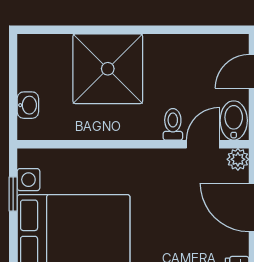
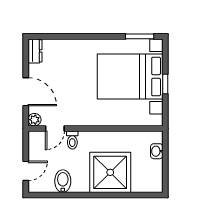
bidet: (234, 120) -> (63, 181), moved, turned 180
window: (13, 194) -> (165, 84), moved

